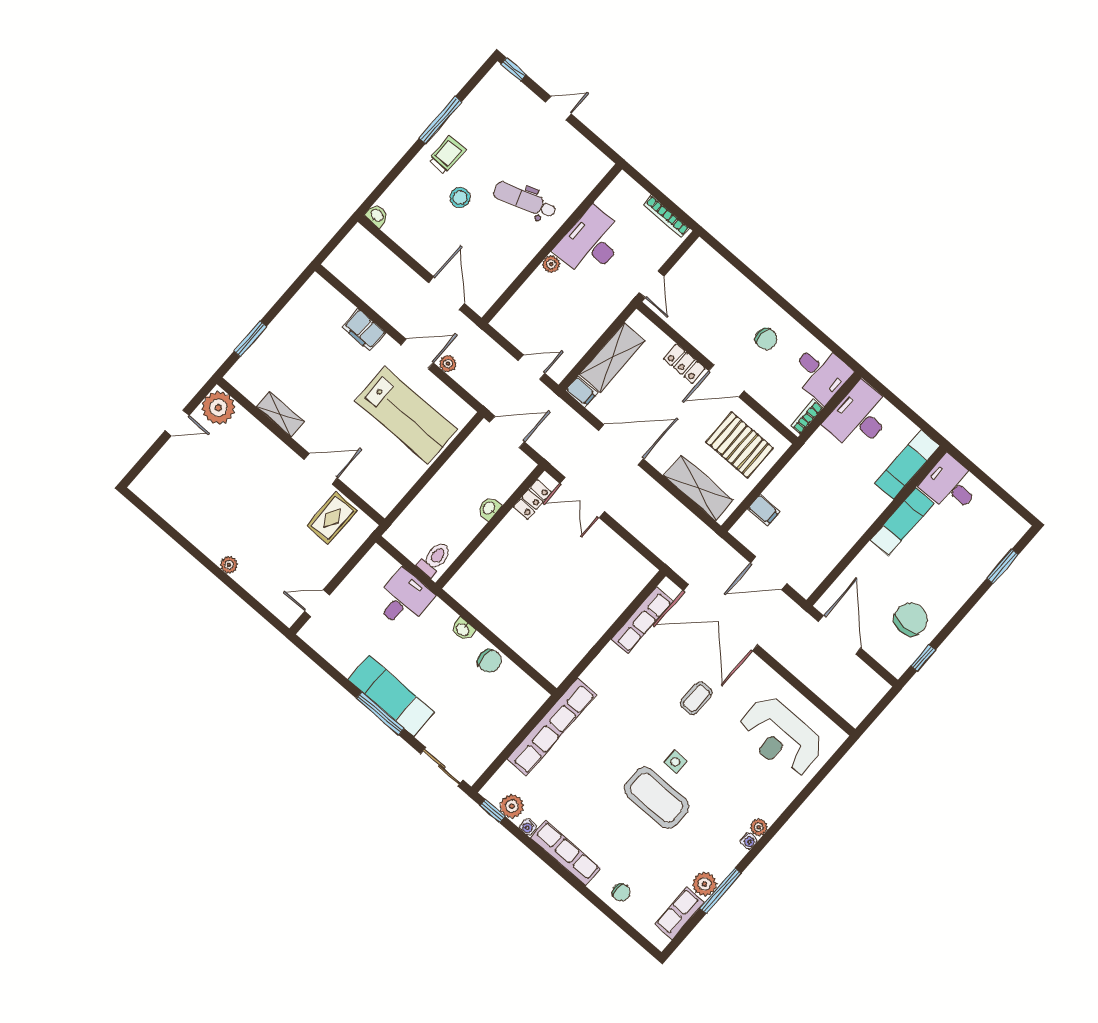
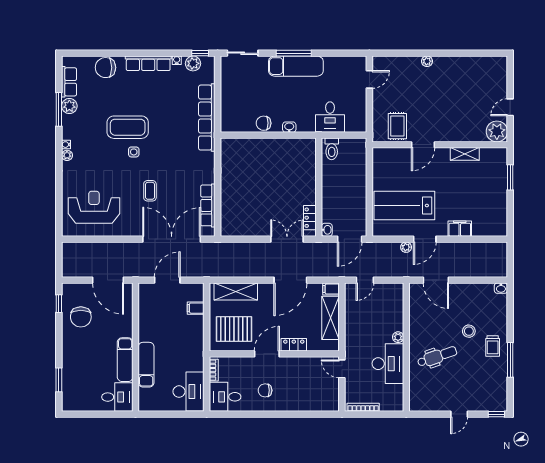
exam couch: (907, 465) -> (146, 365), moved
washbasin: (489, 508) -> (327, 230), moved
chair: (621, 892) -> (105, 68), width x1.87, depth x1.87

